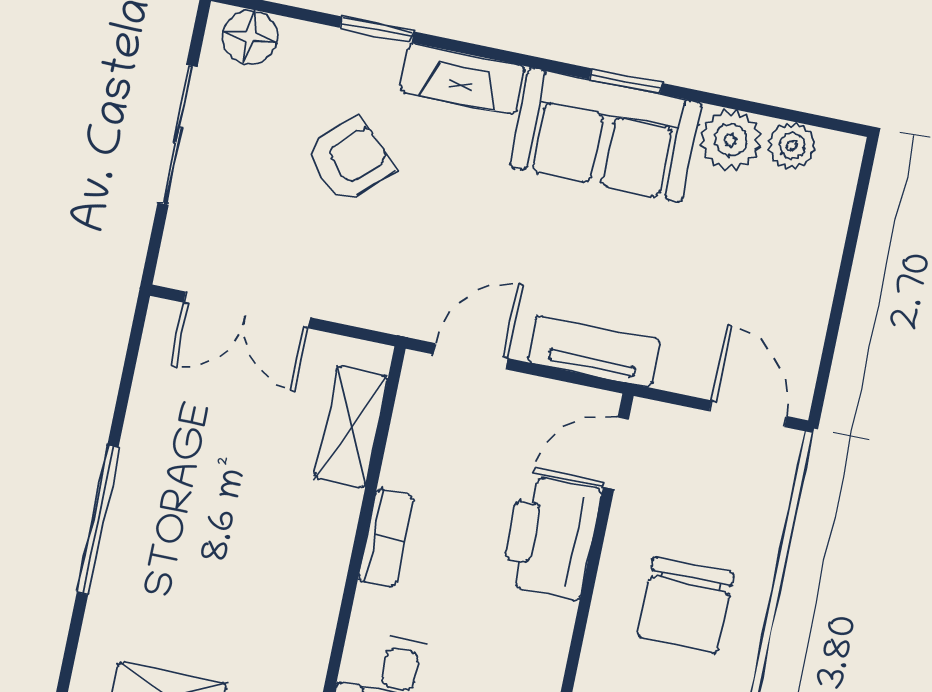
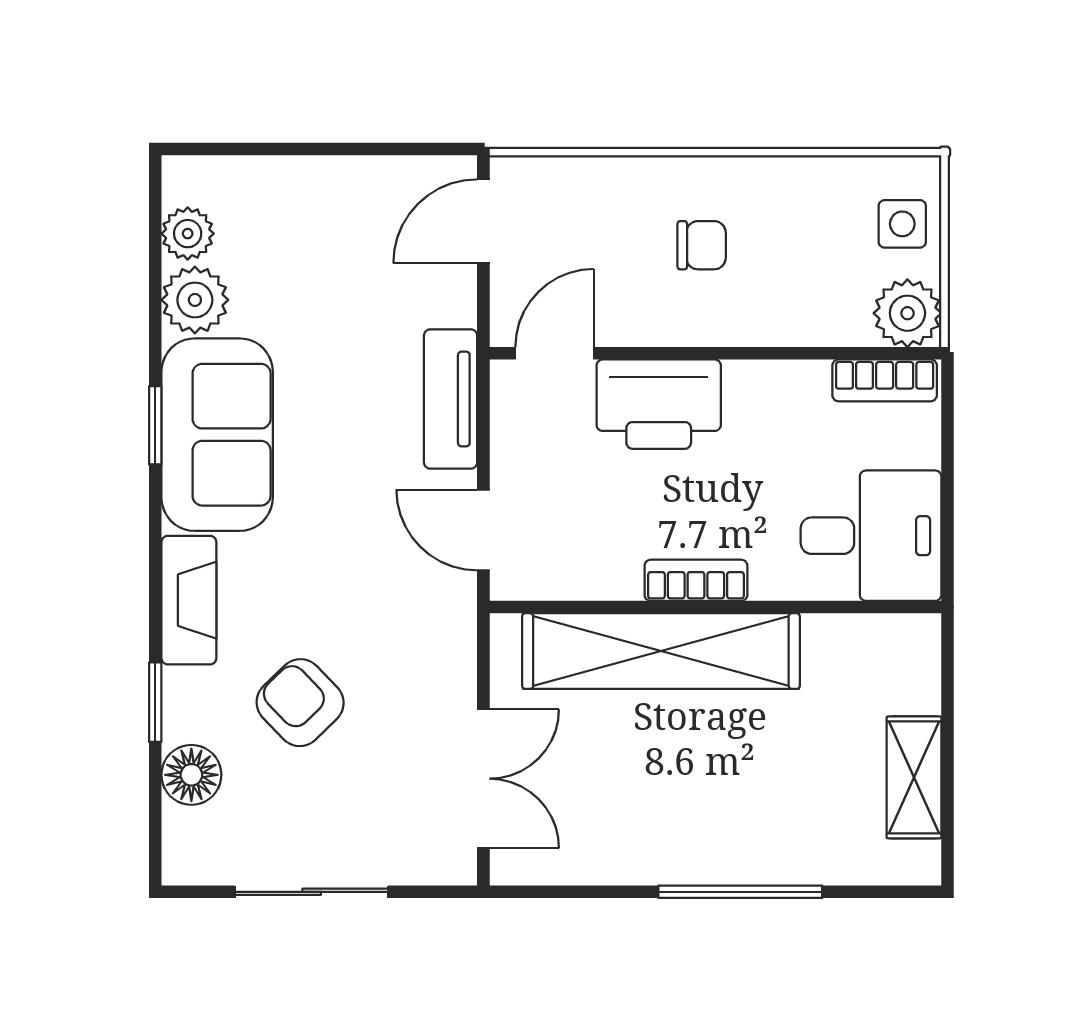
floor lamp: (250, 37) -> (191, 775), moved
shelving: (351, 427) -> (661, 651), width x2.20, depth x1.33
door: (616, 453) -> (554, 353), swing flipped
chair: (686, 605) -> (702, 245), width x0.54, depth x0.54

